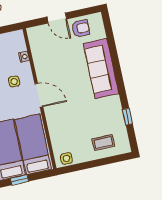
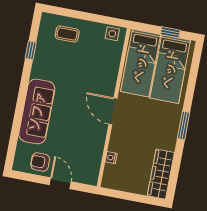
side table: (14, 81) -> (132, 136), removed

